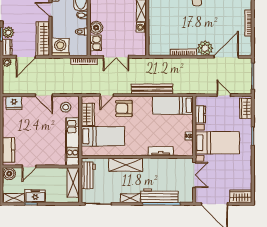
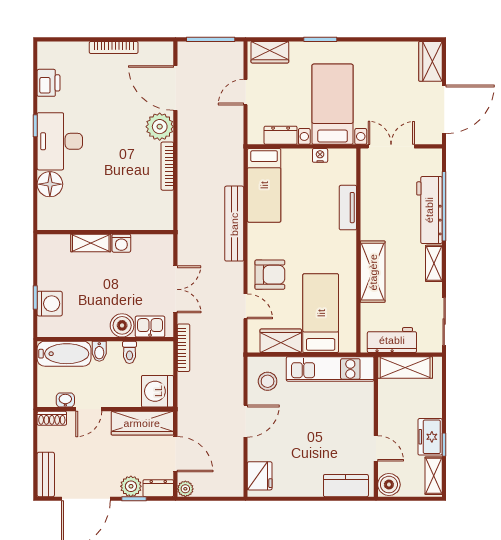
armchair: (124, 108) -> (270, 275), turned -90

